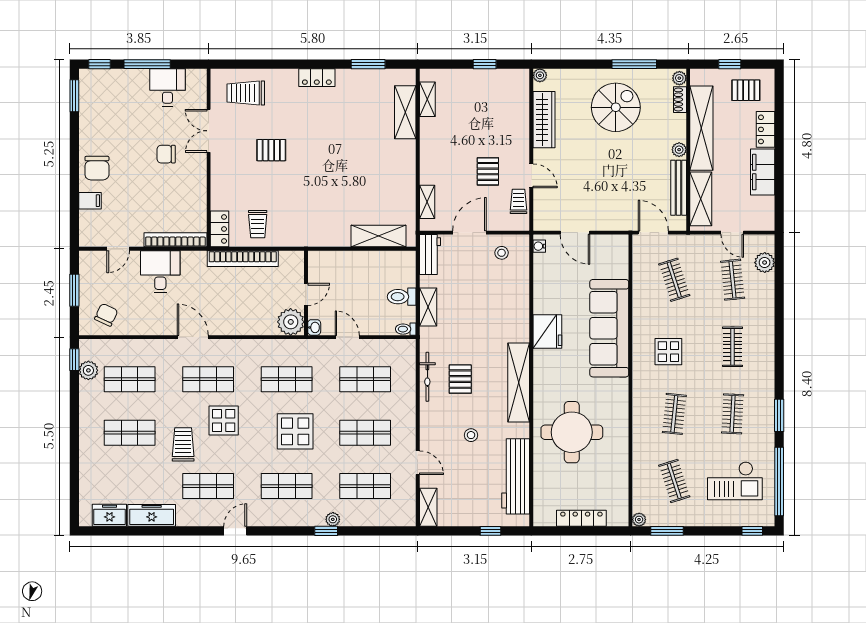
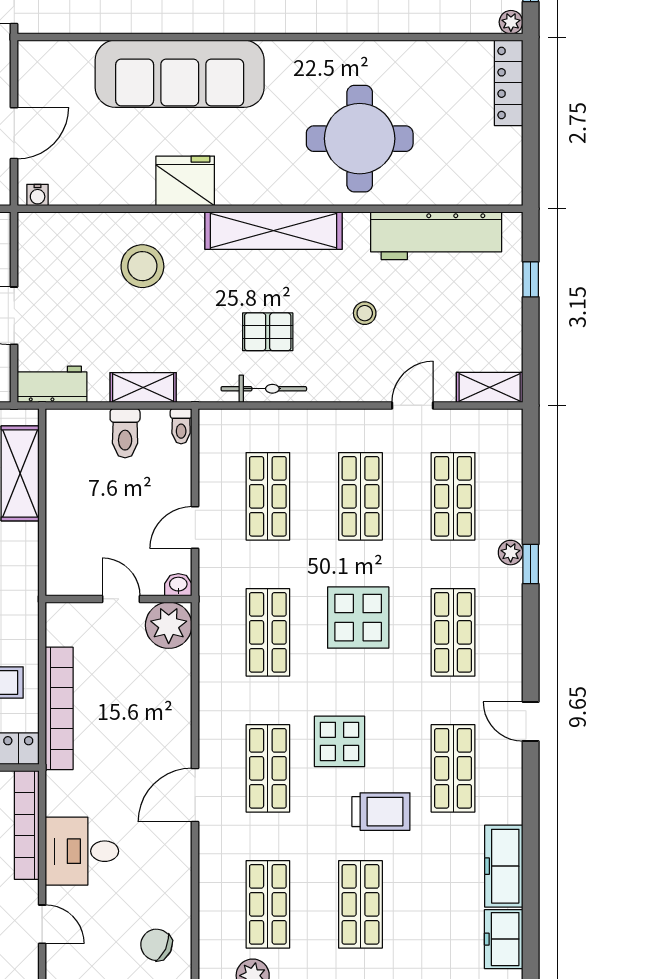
stool: (502, 253) -> (142, 266), moved, width x1.89, depth x1.89
trolley: (183, 444) -> (381, 812), turned 180
locker: (581, 518) -> (509, 83), moved

